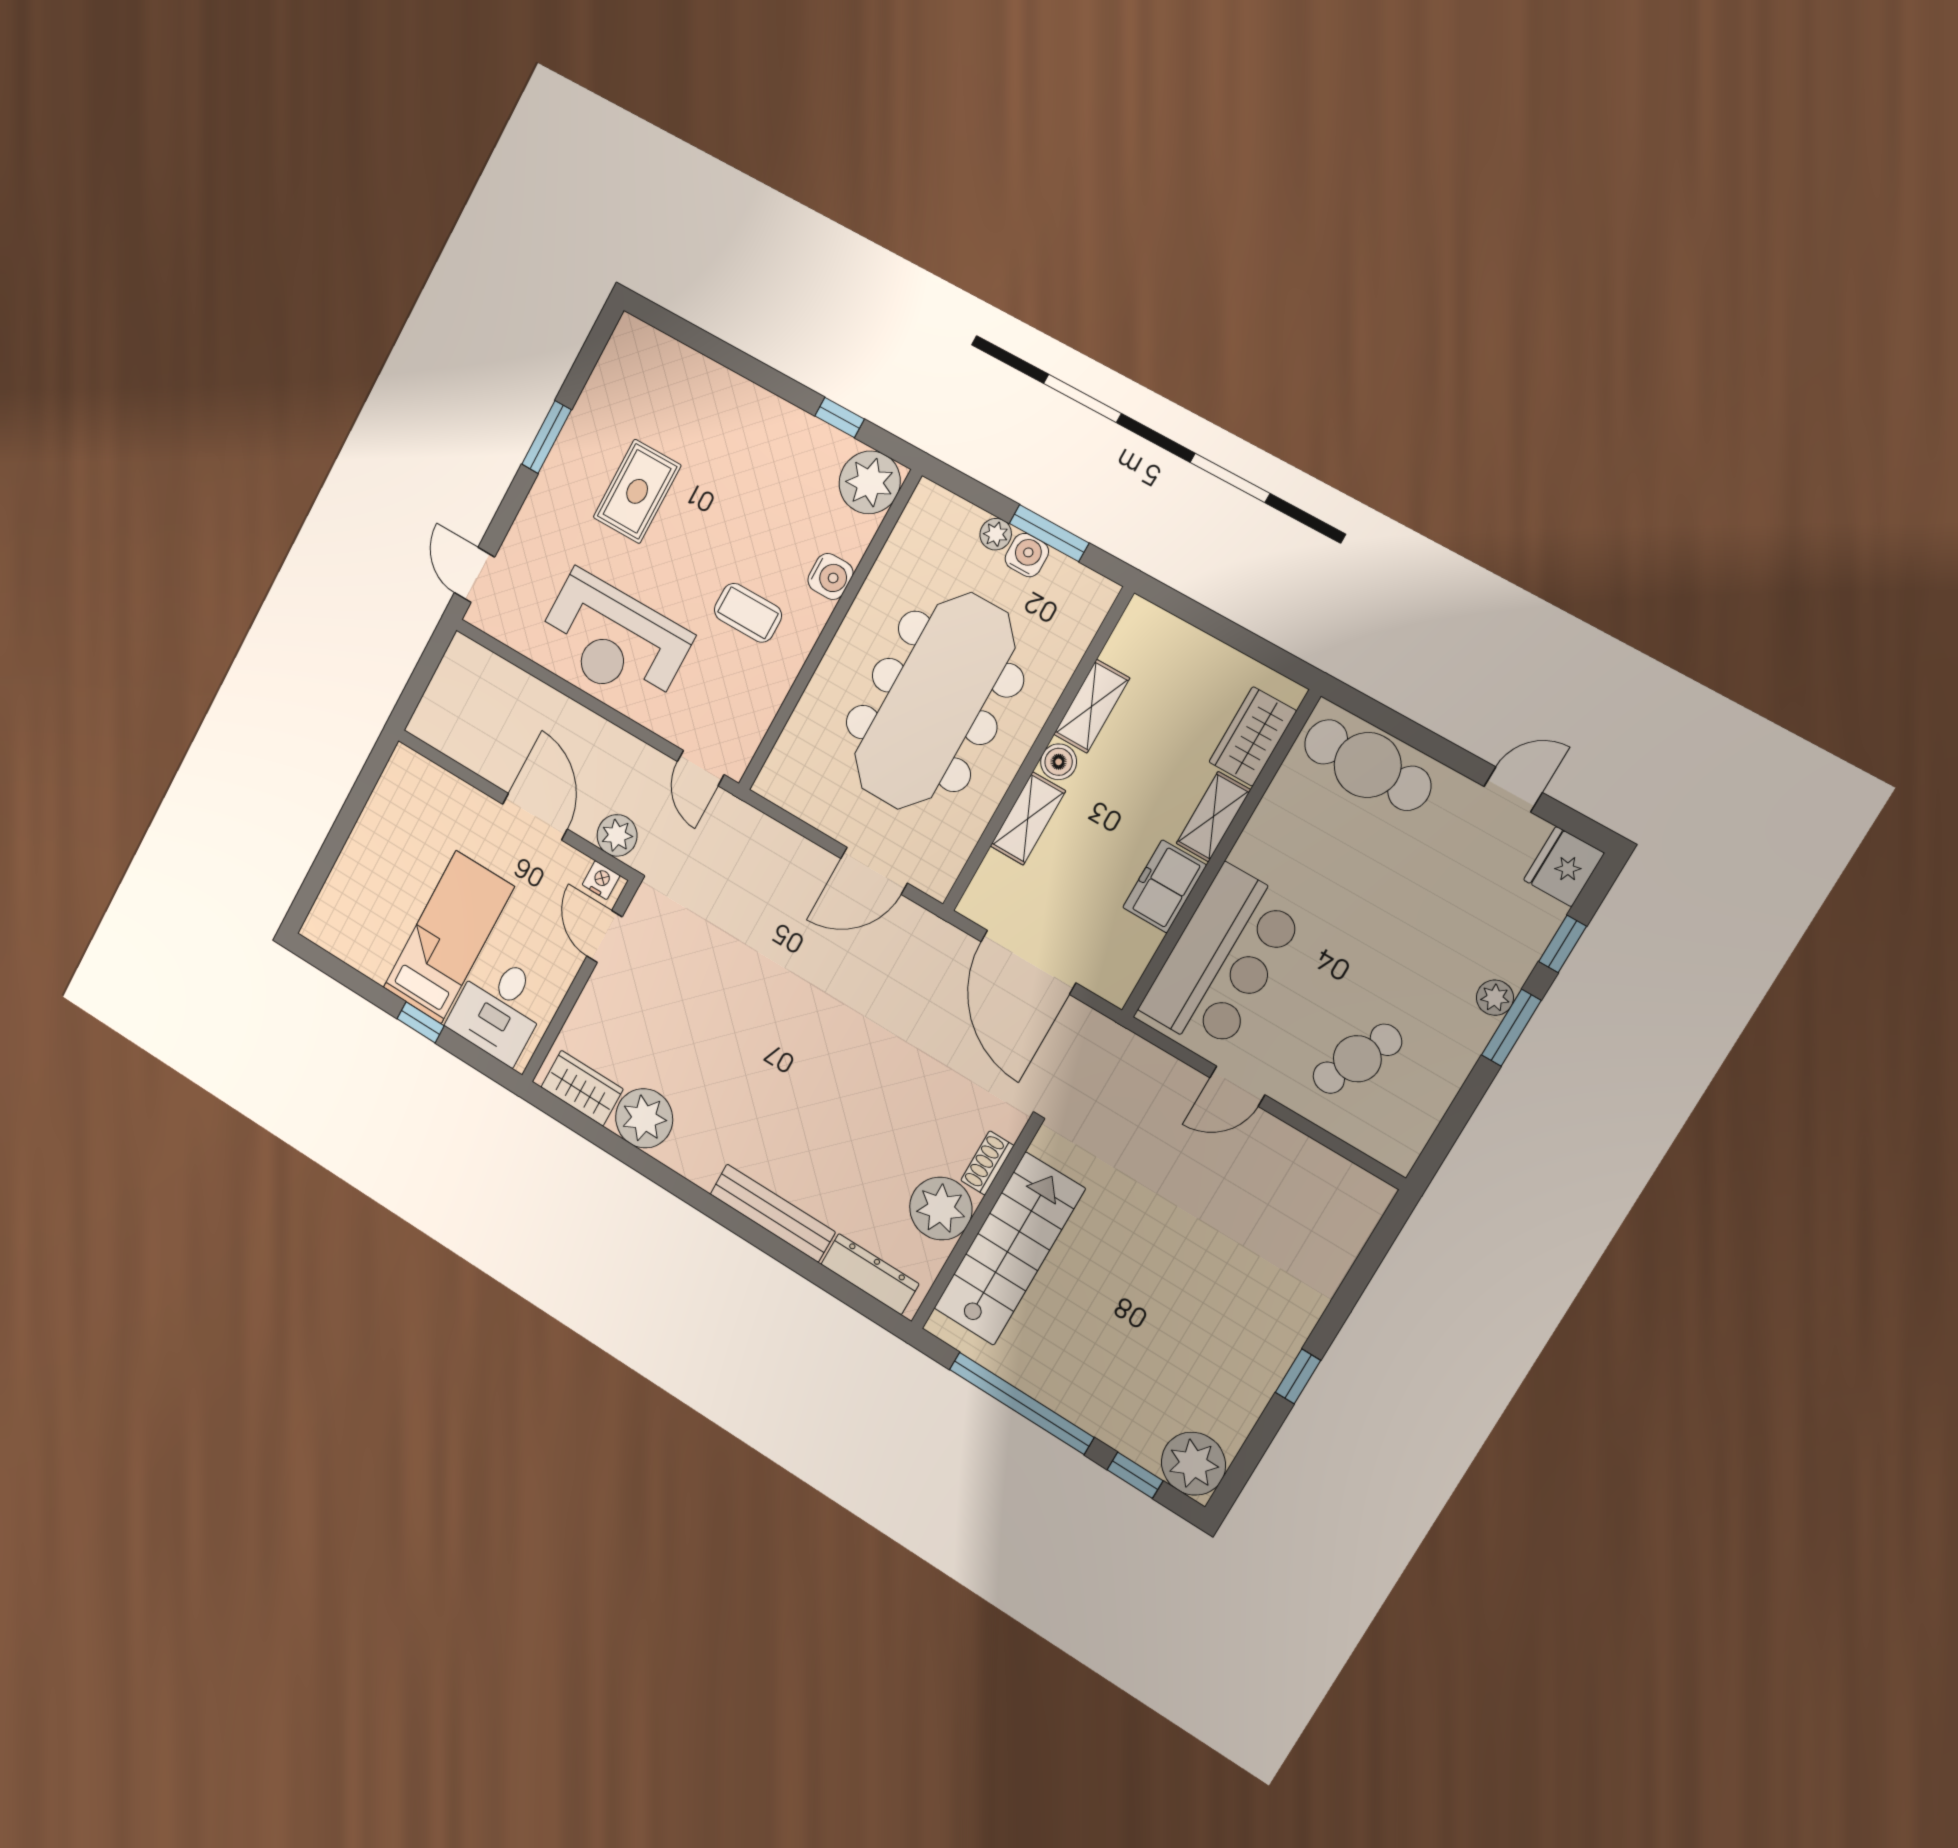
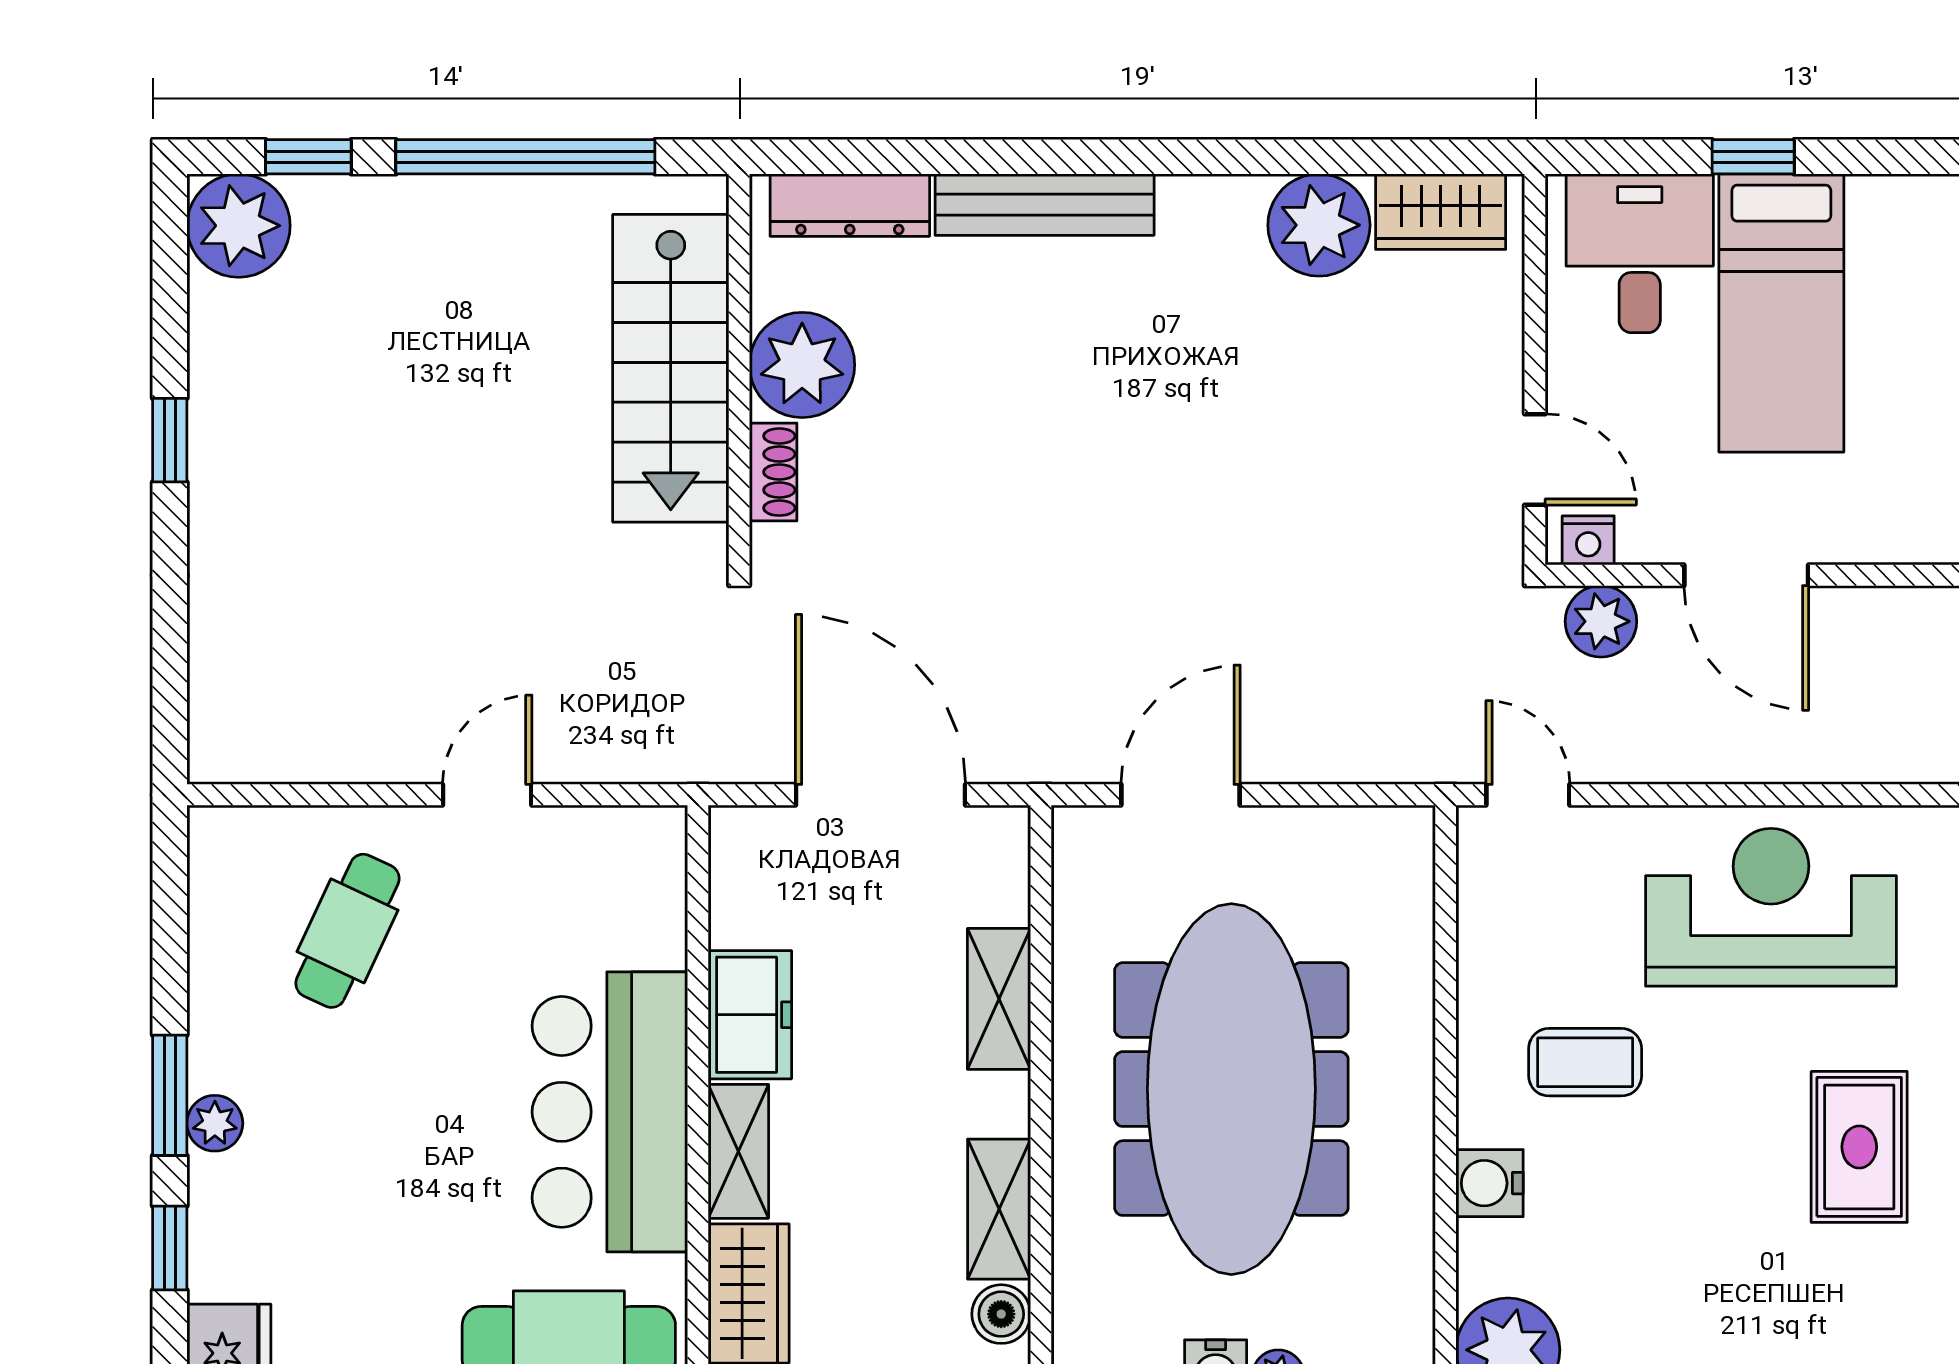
boiler: (1059, 762) -> (1001, 1314), moved
bar counter: (1223, 960) -> (610, 1112), moved

